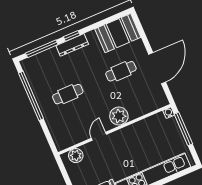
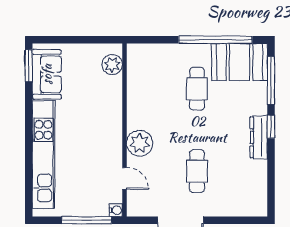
booth: (118, 33) -> (239, 62), moved, turned 90
dresser: (72, 45) -> (259, 137), moved
door: (99, 136) -> (124, 178), moved

